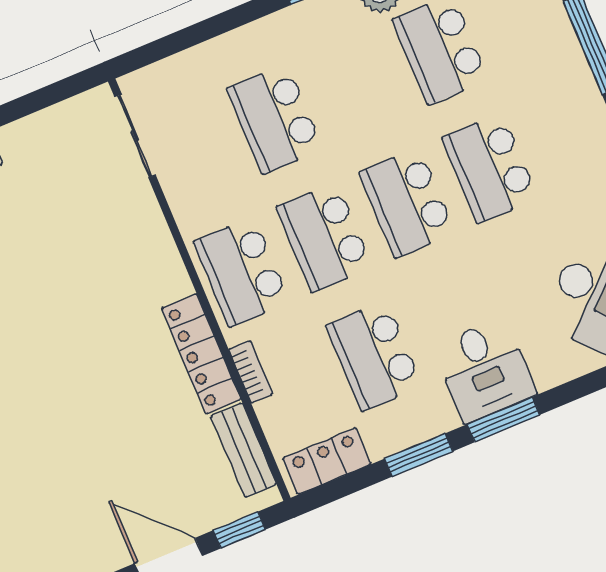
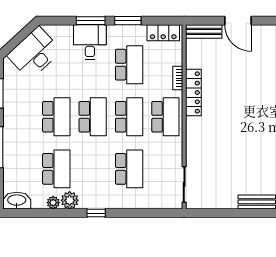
bench: (244, 450) -> (204, 31), moved, turned 90
window: (239, 530) -> (207, 21), removed

